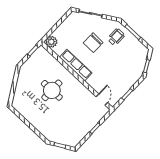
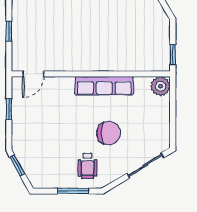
chair: (93, 43) -> (109, 133), turned 89
round table: (52, 90) -> (104, 28), removed
door: (102, 100) -> (33, 74), hinge flipped

